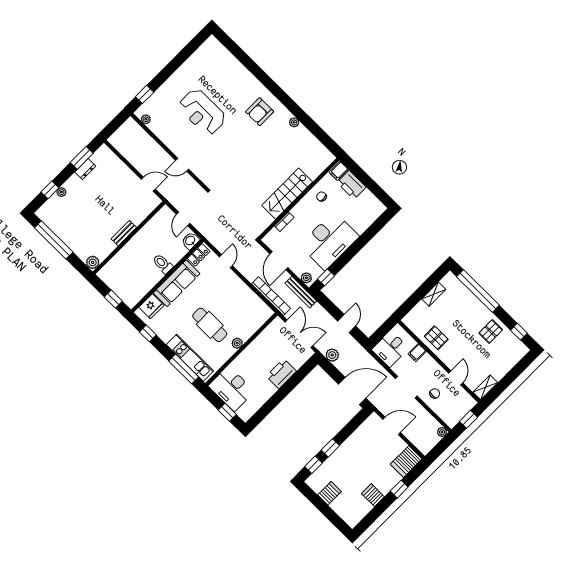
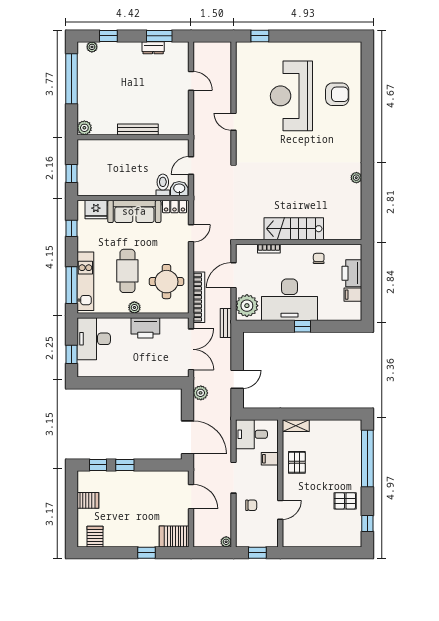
reception desk: (202, 112) -> (291, 96), width x1.36, depth x1.30
armchair: (260, 112) -> (337, 94), moved, turned 180
plant: (146, 119) -> (241, 57), removed
filing cabinet: (339, 171) -> (353, 295), moved
door: (148, 184) -> (191, 81), moved
plant: (61, 192) -> (92, 47), moved
bench: (124, 233) -> (138, 129), width x1.36
toilet: (163, 264) -> (163, 185), moved
window: (326, 277) -> (303, 326), moved
plant: (306, 278) -> (247, 306), width x1.87, depth x1.87
bench: (301, 292) -> (226, 323), width x0.73
shelving: (434, 294) -> (296, 426), moved
round table: (241, 307) -> (166, 282), added
printer: (281, 374) -> (145, 328), moved, turned 180
shelving: (485, 387) -> (296, 541), removed
server rack: (373, 495) -> (95, 537), moved

